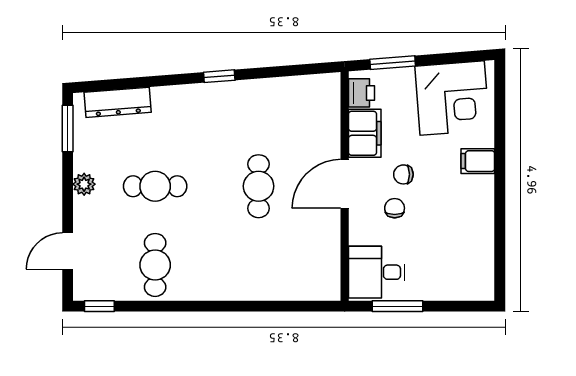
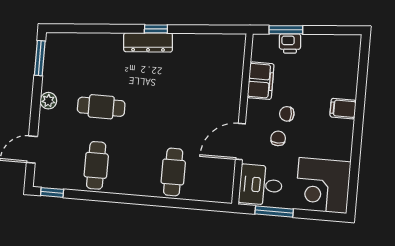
printer: (362, 93) -> (290, 43), moved, turned 86
corner desk: (452, 98) -> (323, 186), moved, turned 94
dresser: (118, 102) -> (148, 42), moved
door: (345, 184) -> (240, 142), moved
cafe table: (259, 186) -> (173, 172), moved

